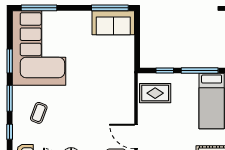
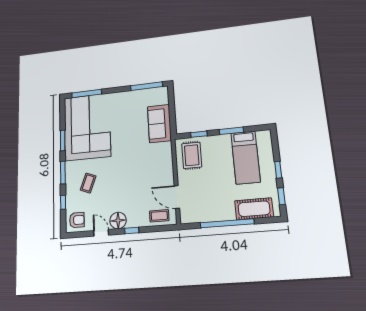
sofa: (113, 23) -> (159, 124), moved, turned 90
window: (200, 71) -> (231, 131), width x0.69
rug: (155, 93) -> (192, 155), turned 90

